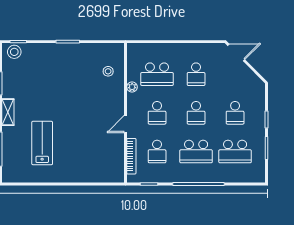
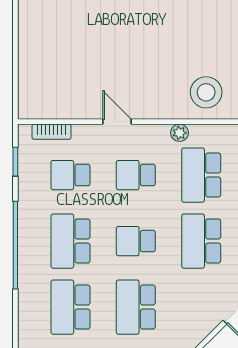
stool: (108, 71) -> (206, 92), width x1.89, depth x1.89
school desk: (196, 74) -> (201, 241), width x1.85
school desk: (235, 113) -> (136, 307), width x1.85
bookcase: (131, 156) -> (52, 132), width x0.64

